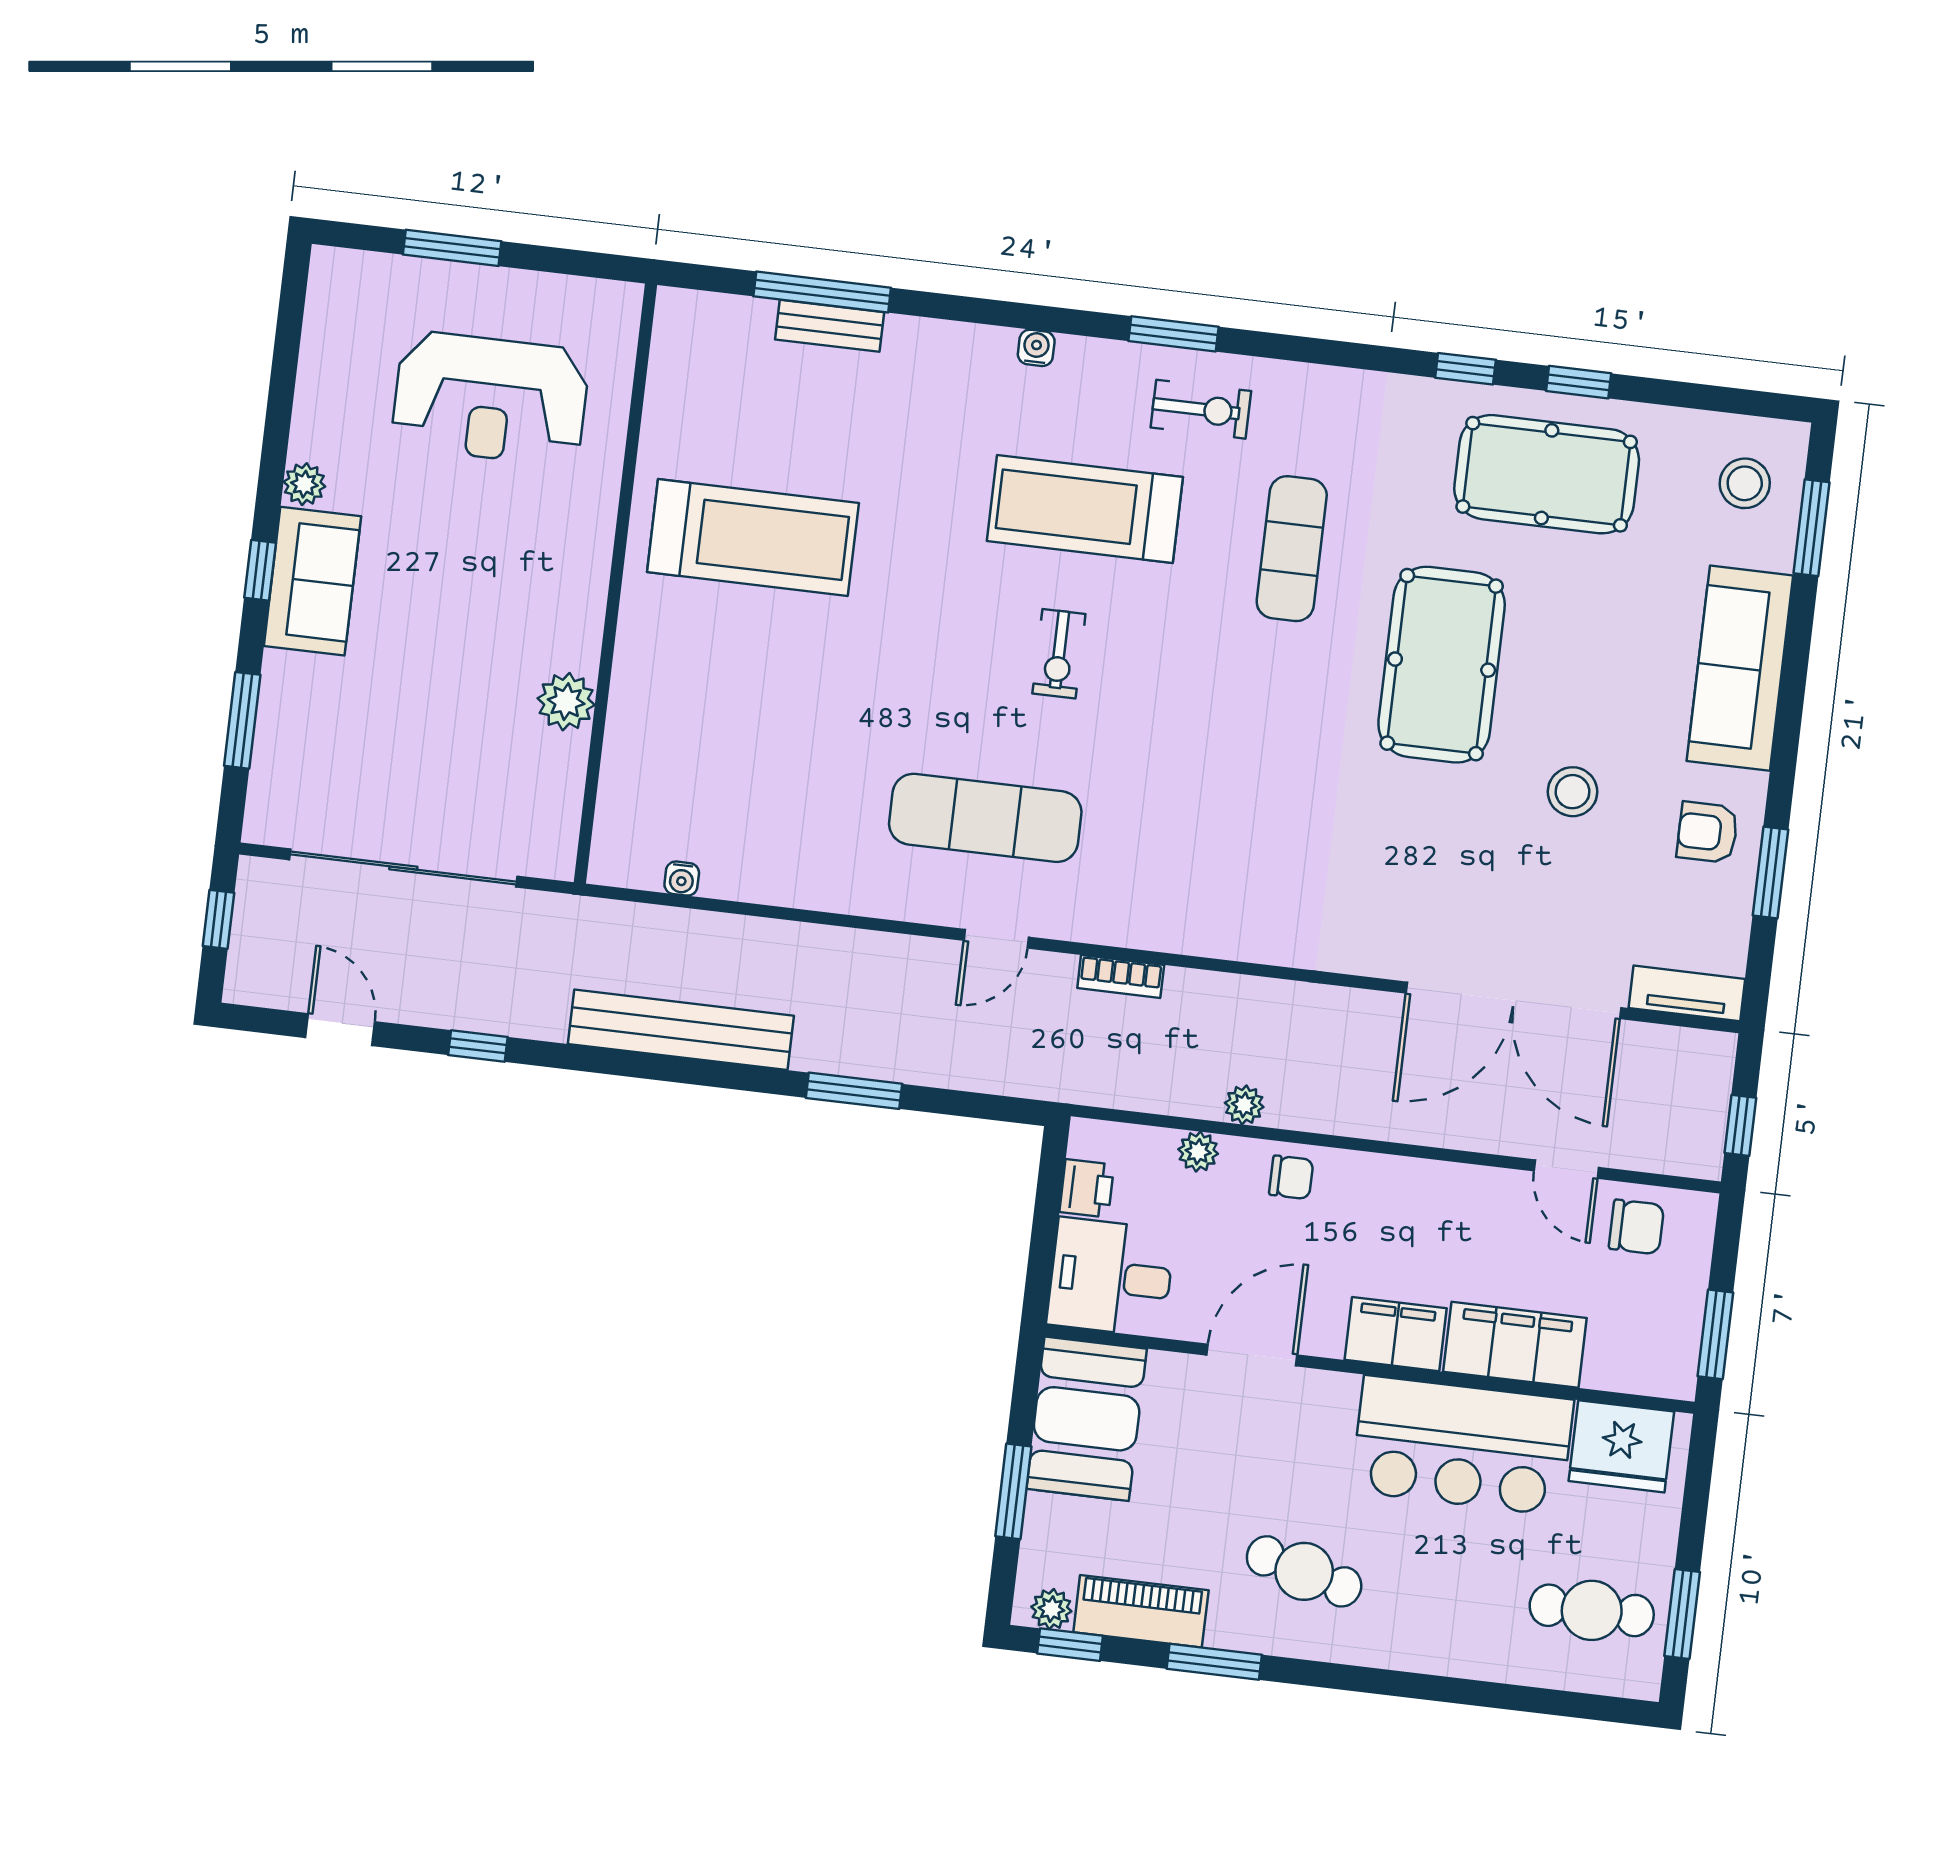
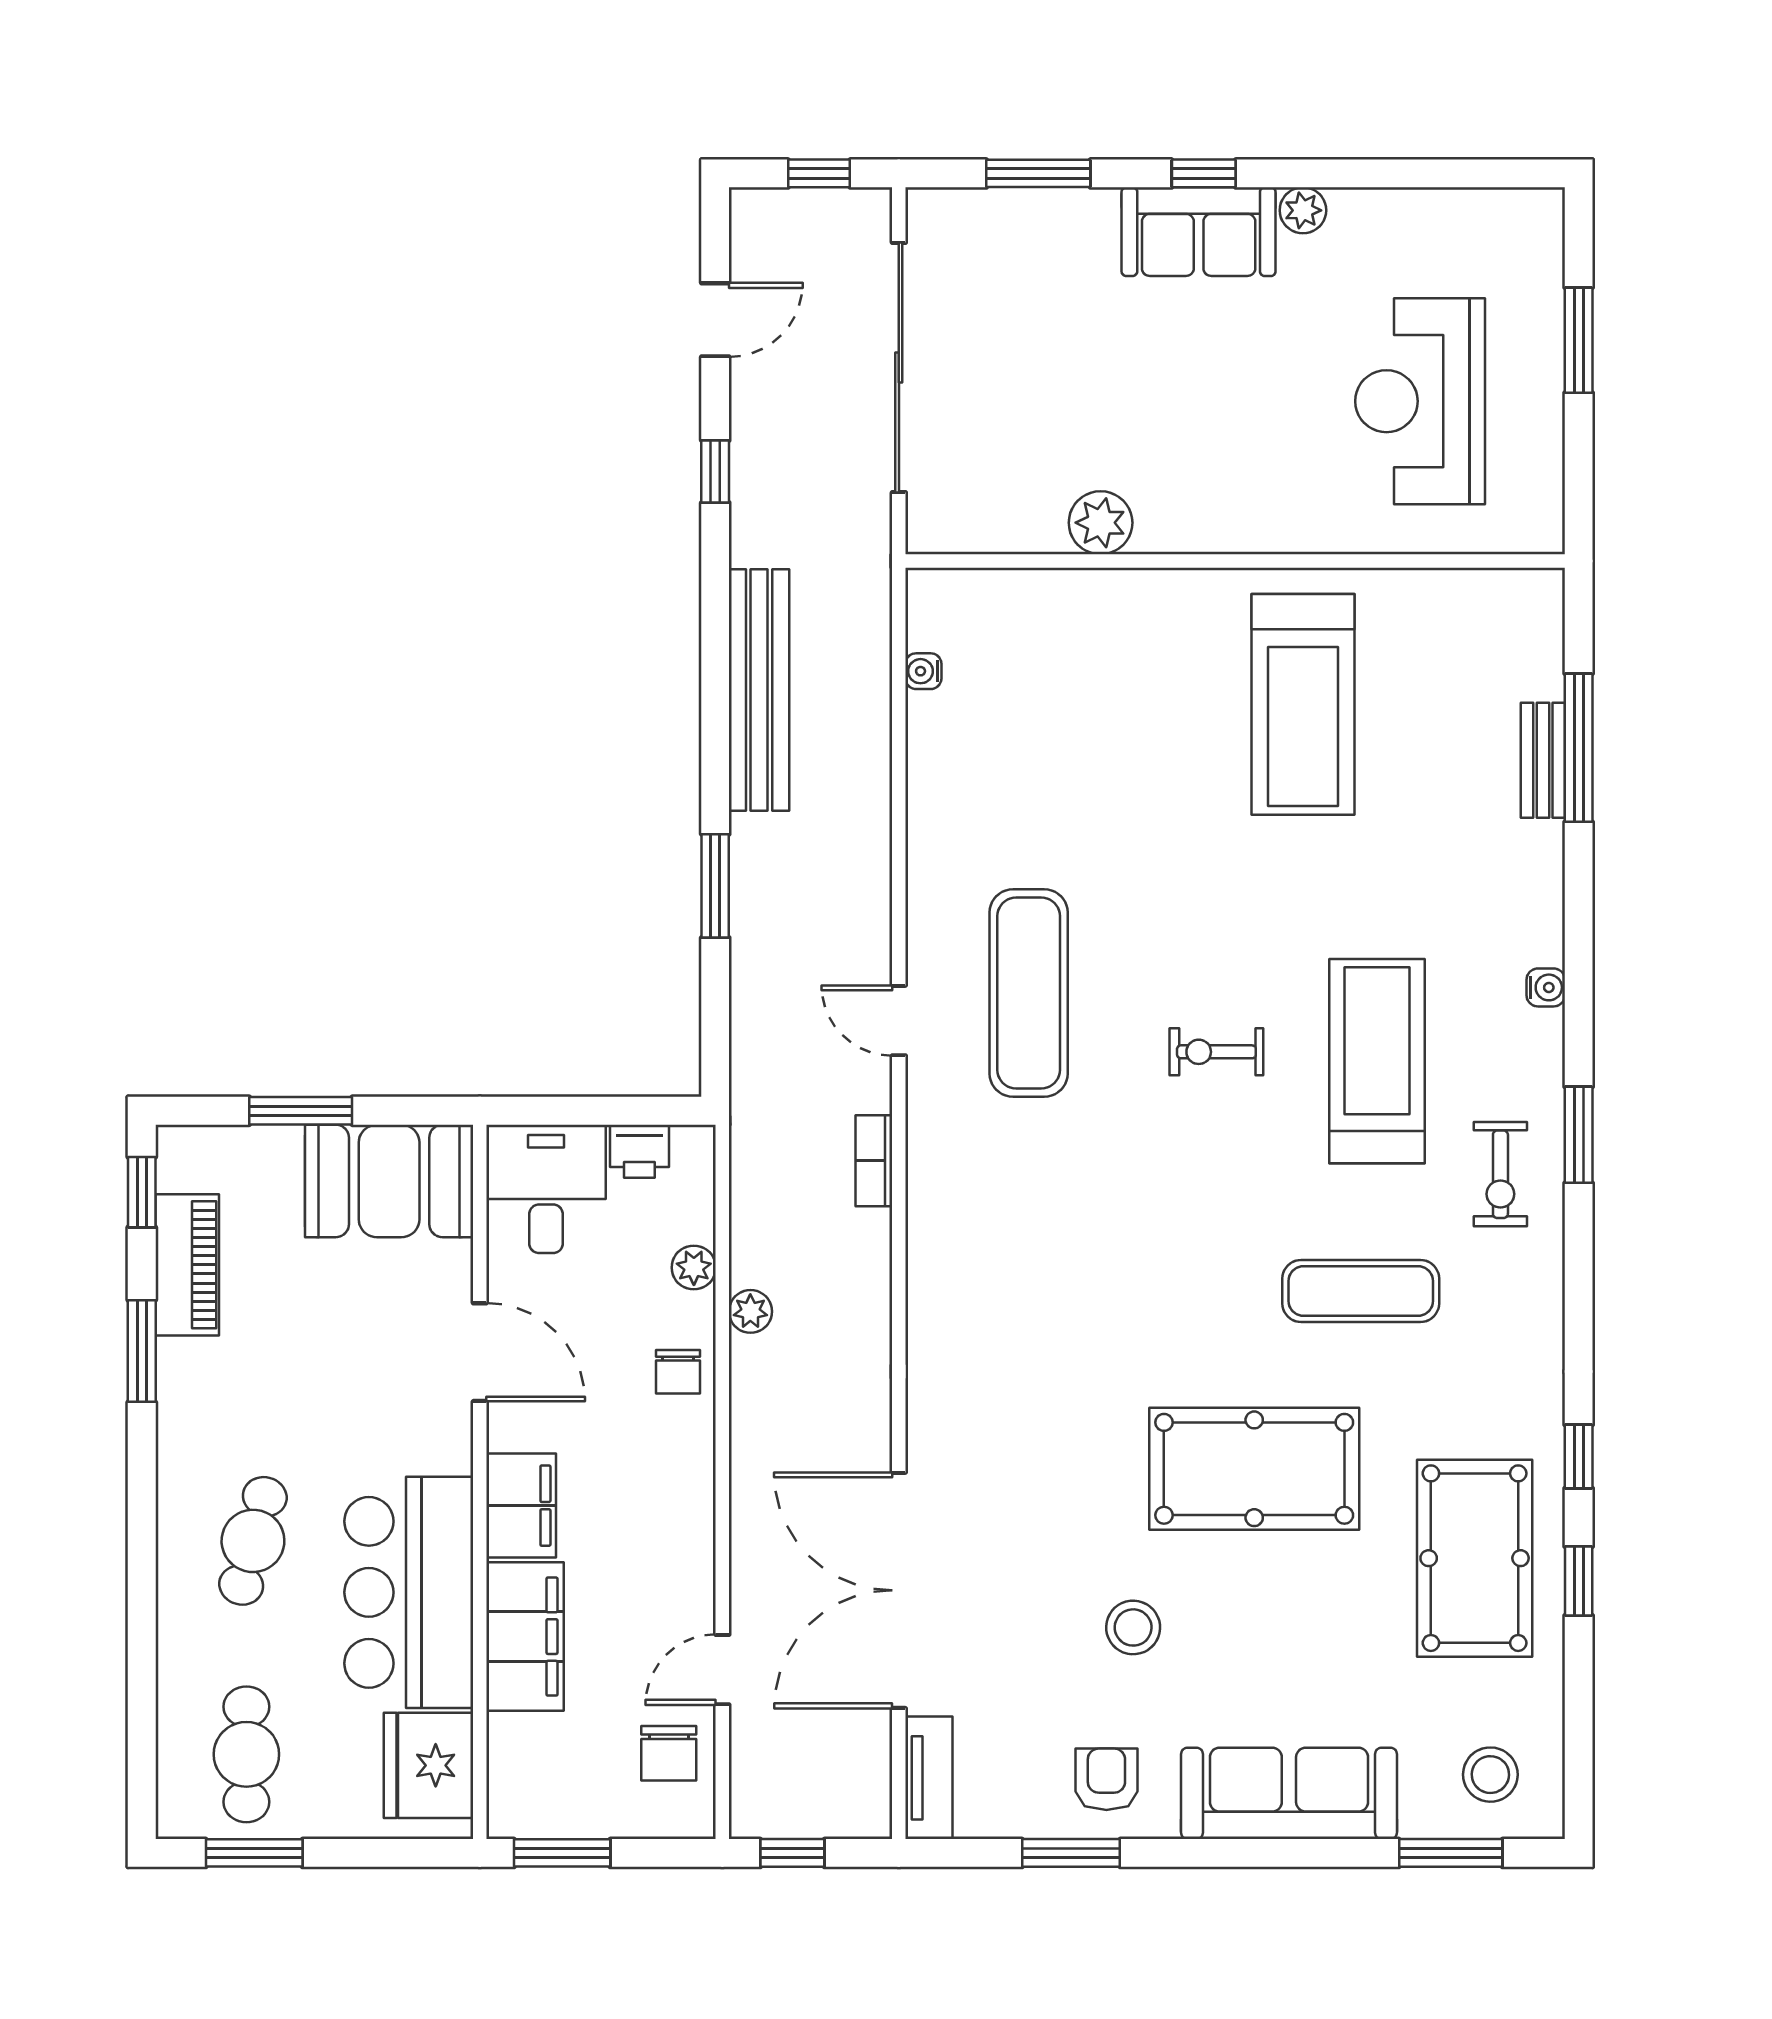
cafe table: (1304, 1571) -> (253, 1541), moved
plant: (1051, 1609) -> (178, 1167), removed

